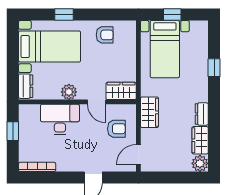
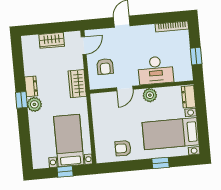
window: (214, 68) -> (21, 100), moved
wardrobe: (121, 91) -> (104, 100), removed
door: (97, 102) -> (125, 89), swing flipped
armchair: (116, 129) -> (105, 66), turned -90
wardrobe: (200, 140) -> (52, 40), moved, turned 90
plant: (200, 163) -> (34, 104), moved

